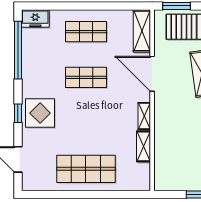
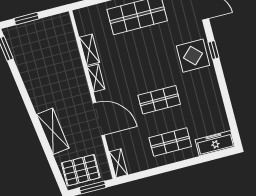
freezer: (35, 18) -> (215, 143), width x1.40
shelving: (142, 31) -> (118, 163), width x0.67, depth x0.75
window: (18, 50) -> (229, 108), removed

